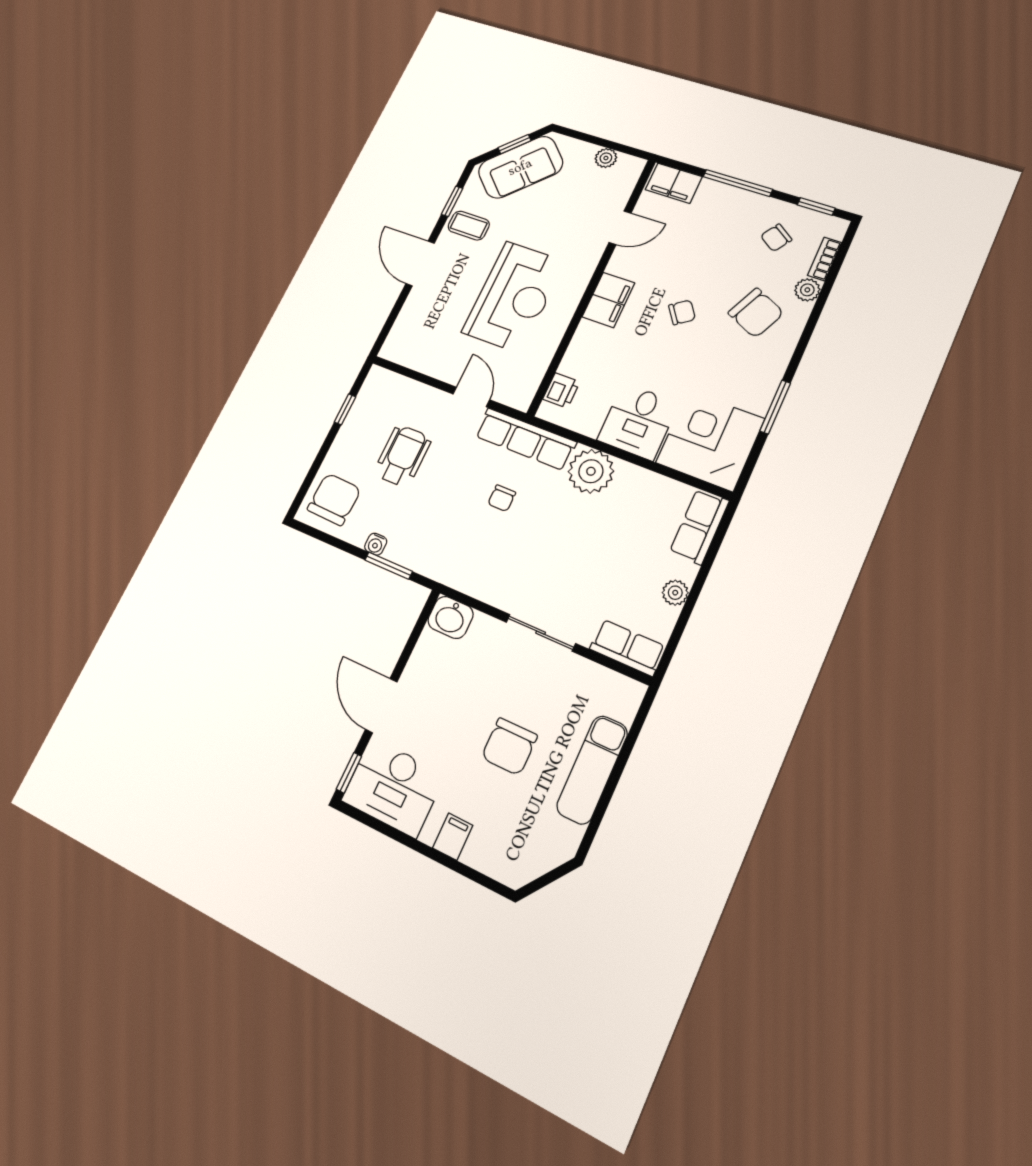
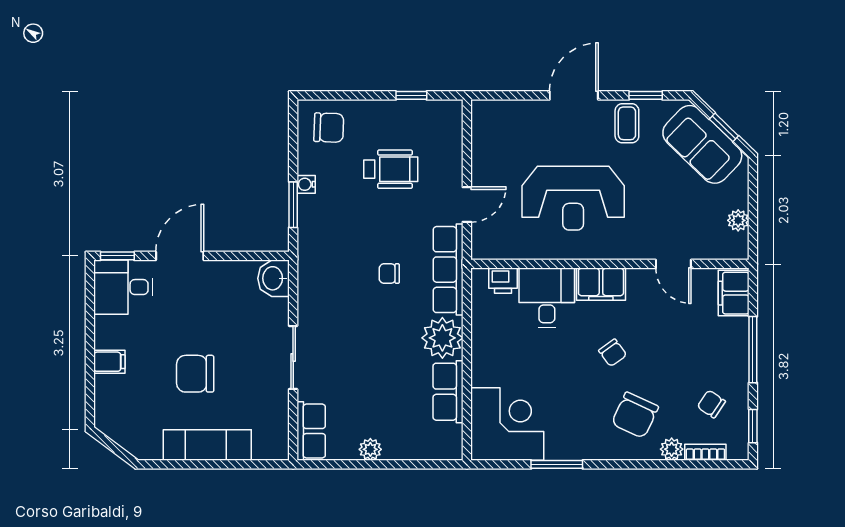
desk: (638, 422) -> (547, 298), moved, turned 90
chair: (334, 499) -> (329, 128), width x0.73, depth x0.73
row of seats: (699, 526) -> (448, 392), moved, turned -90
desk: (393, 787) -> (123, 287), width x0.73

